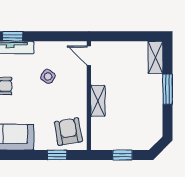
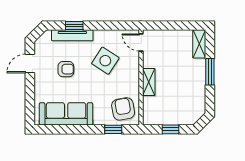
side table: (48, 76) -> (105, 61), width x1.87, depth x1.87

